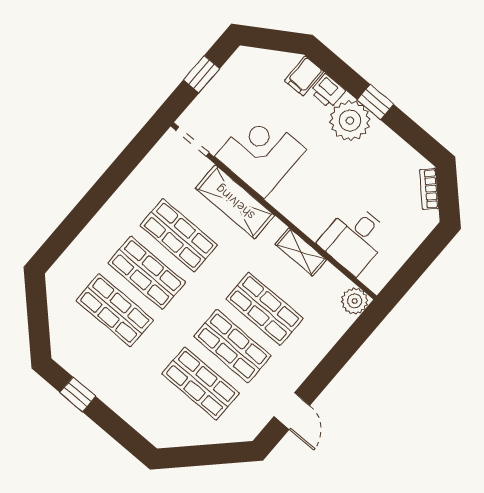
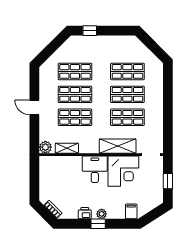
printer: (328, 91) -> (85, 213), moved
plant: (350, 121) -> (102, 214), width x0.53, depth x0.53
desk: (355, 239) -> (95, 169), moved
shelving: (301, 252) -> (67, 148), moved
window: (78, 394) -> (90, 31), moved
door: (292, 411) -> (34, 107), moved

